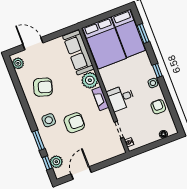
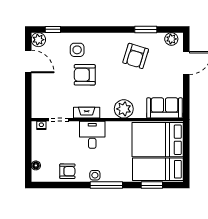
sofa: (78, 52) -> (165, 108), width x0.73
window: (157, 71) -> (106, 185), width x2.17
fireplace: (100, 99) -> (87, 113), moved
side table: (49, 120) -> (77, 50), moved
armchair: (74, 123) -> (85, 75), turned 90
window: (38, 140) -> (146, 29), moved
plant: (56, 162) -> (38, 40), moved

